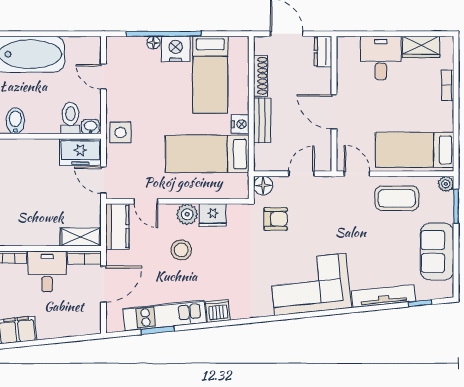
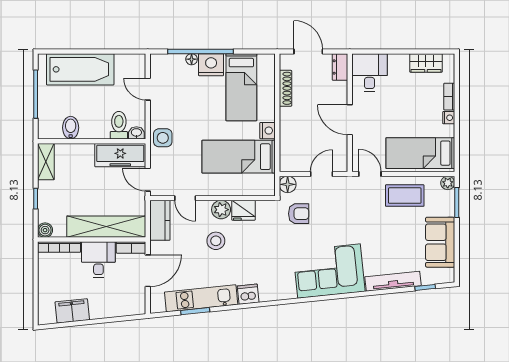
desk: (381, 58) -> (369, 73), moved
nightstand: (447, 109) -> (449, 118), added
bench: (262, 120) -> (287, 127), removed
freezer: (80, 152) -> (120, 155), width x1.40
shelving: (81, 237) -> (106, 227), width x2.20, depth x1.33

